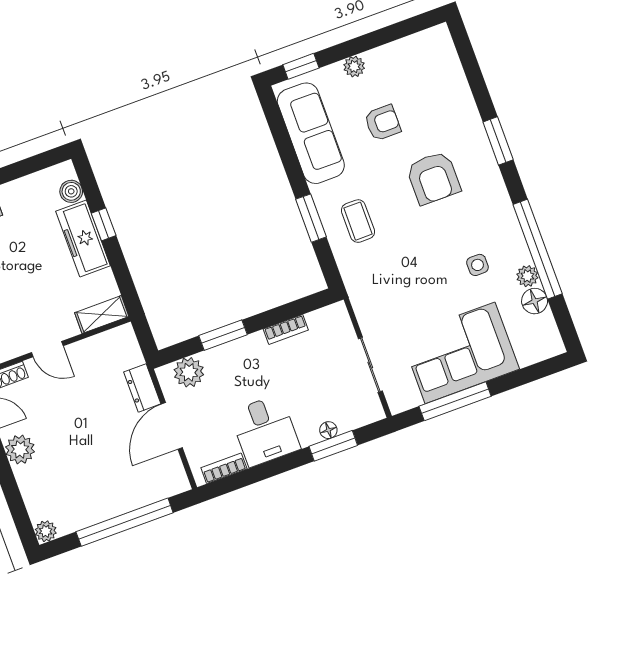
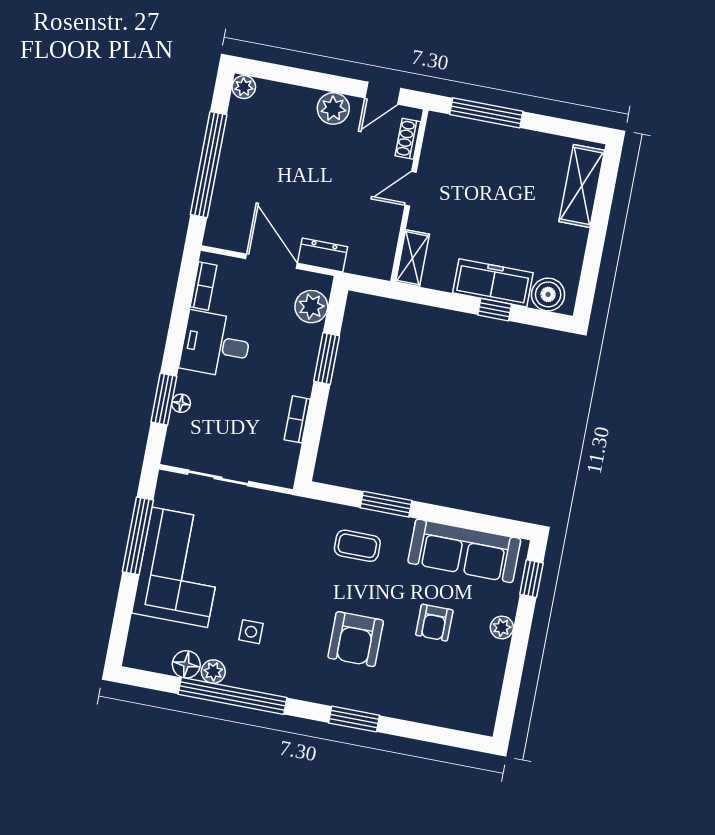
armchair: (433, 178) -> (356, 639), turned -90
boiler: (71, 191) -> (548, 294), width x1.36, depth x1.36

